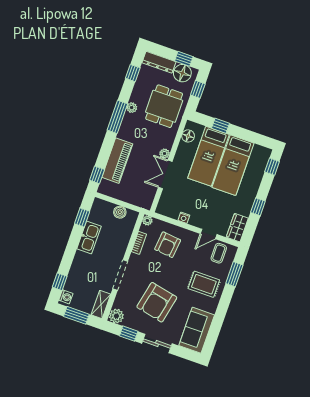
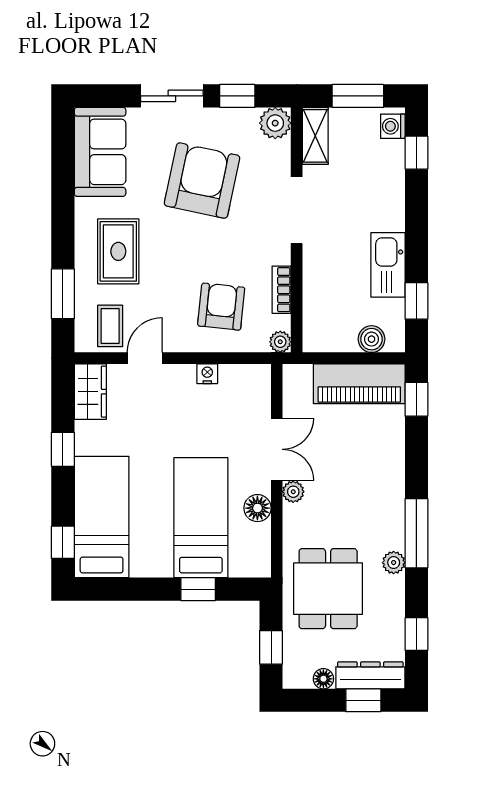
window: (184, 59) -> (363, 700), moved
floor lamp: (182, 73) -> (323, 679), width x0.53, depth x0.53
floor lamp: (188, 136) -> (257, 508), moved
piano: (117, 161) -> (359, 384), moved, turned -90
bed: (233, 165) -> (102, 517), moved
boiler: (120, 212) -> (372, 339), moved
rug: (204, 284) -> (118, 251), turned 90

